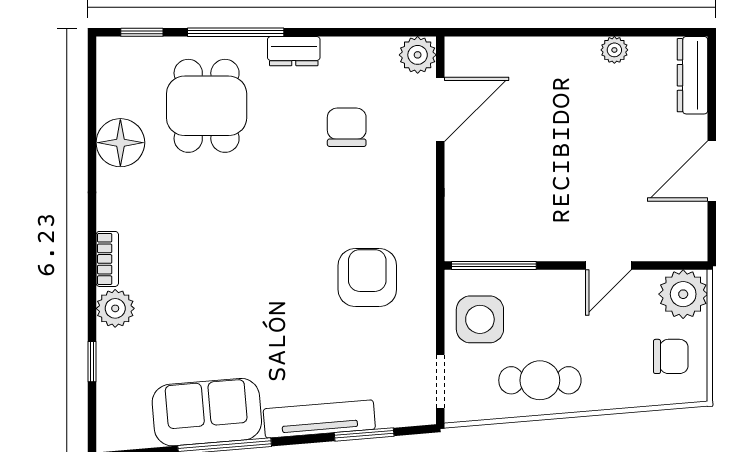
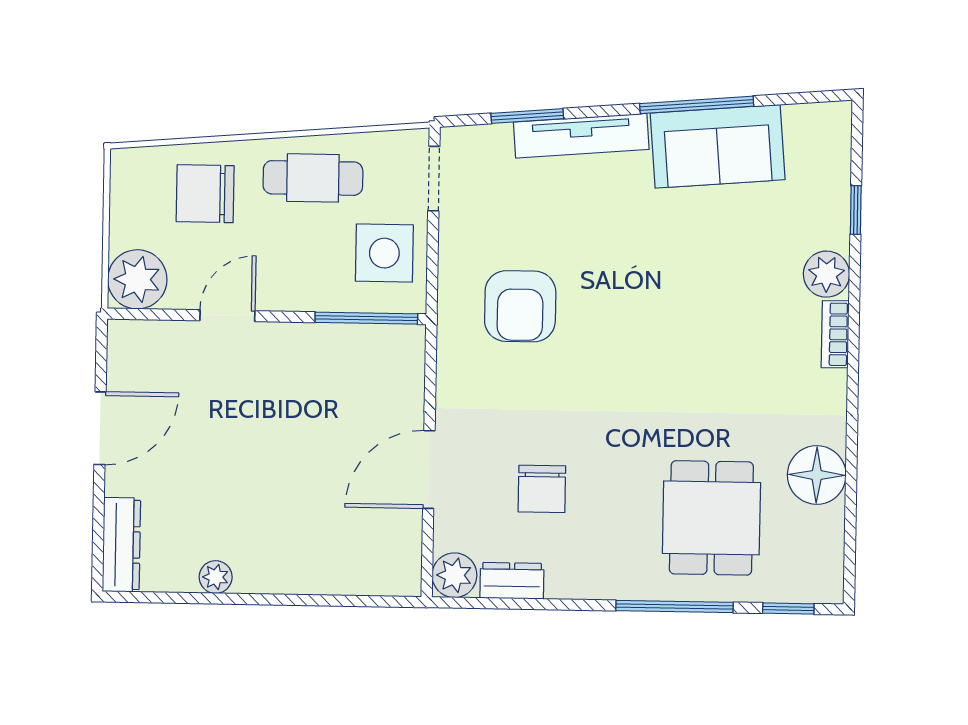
dresser: (294, 51) -> (512, 581), moved
door: (440, 110) -> (429, 470), moved
chair: (671, 356) -> (205, 194), moved, width x1.37, depth x1.37

